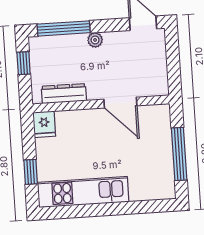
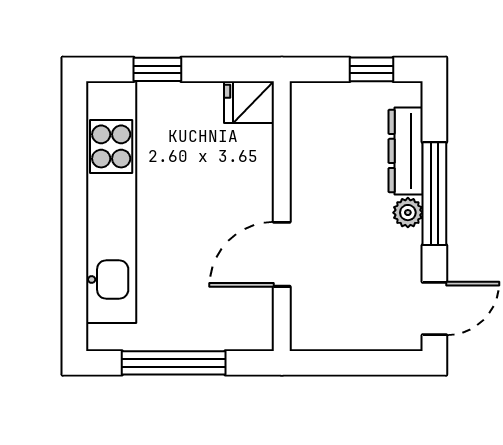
window: (64, 28) -> (434, 194), moved
dresser: (64, 94) -> (406, 151), moved, turned 180
kitchen unit: (83, 192) -> (111, 202), width x1.36

